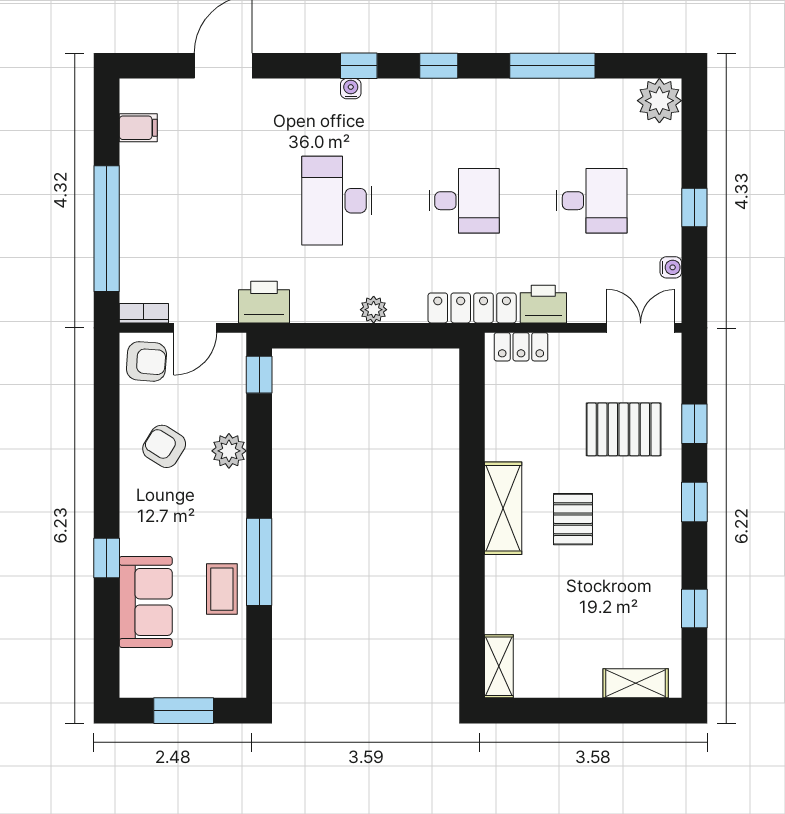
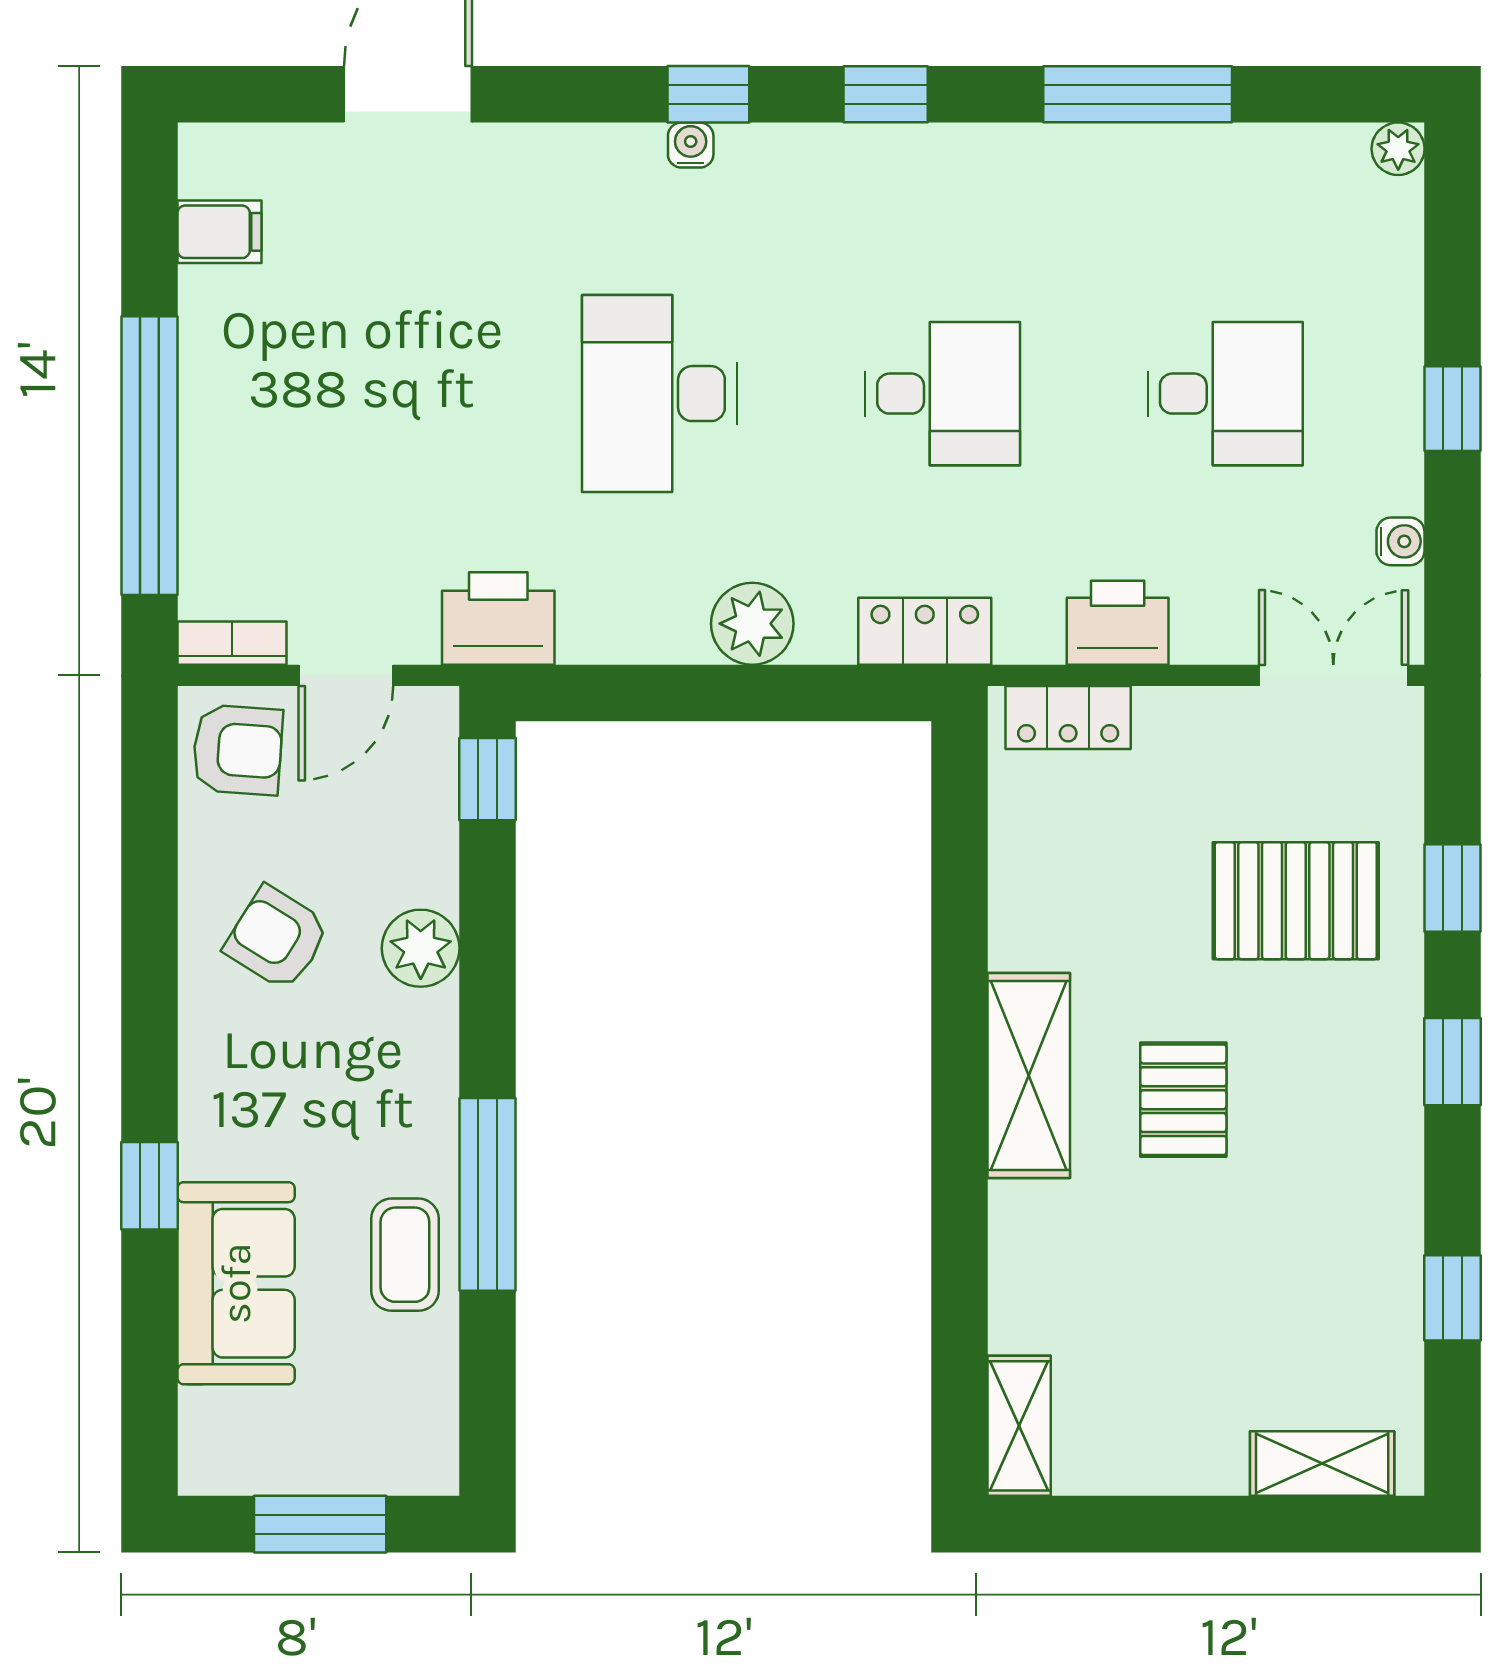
plant: (659, 101) -> (1398, 149), width x0.53, depth x0.53
locker: (472, 308) -> (925, 631), width x0.66
plant: (374, 310) -> (752, 624), width x1.38, depth x1.38

